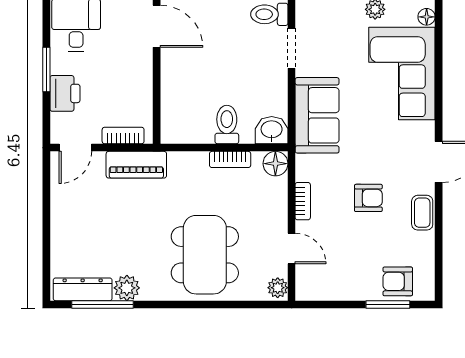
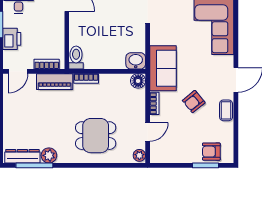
sofa: (317, 115) -> (163, 68), moved
toilet: (227, 125) -> (76, 58), moved
bookcase: (230, 159) -> (86, 78), moved
armchair: (368, 198) -> (194, 102), turned 141
door: (292, 248) -> (148, 132), hinge flipped
dining table: (205, 255) -> (96, 136), width x0.73

